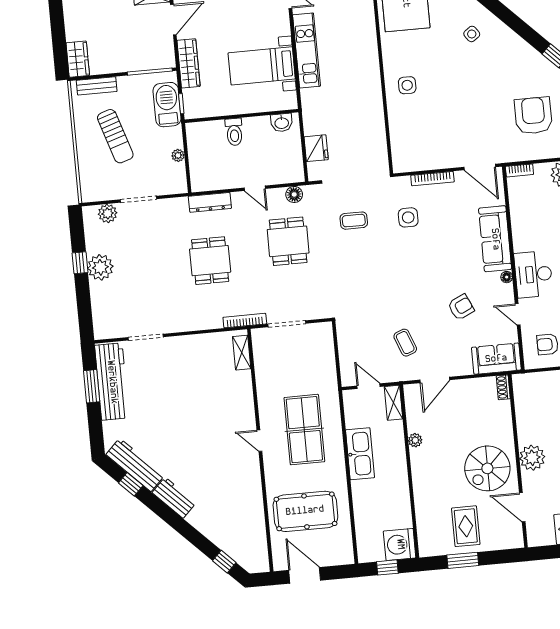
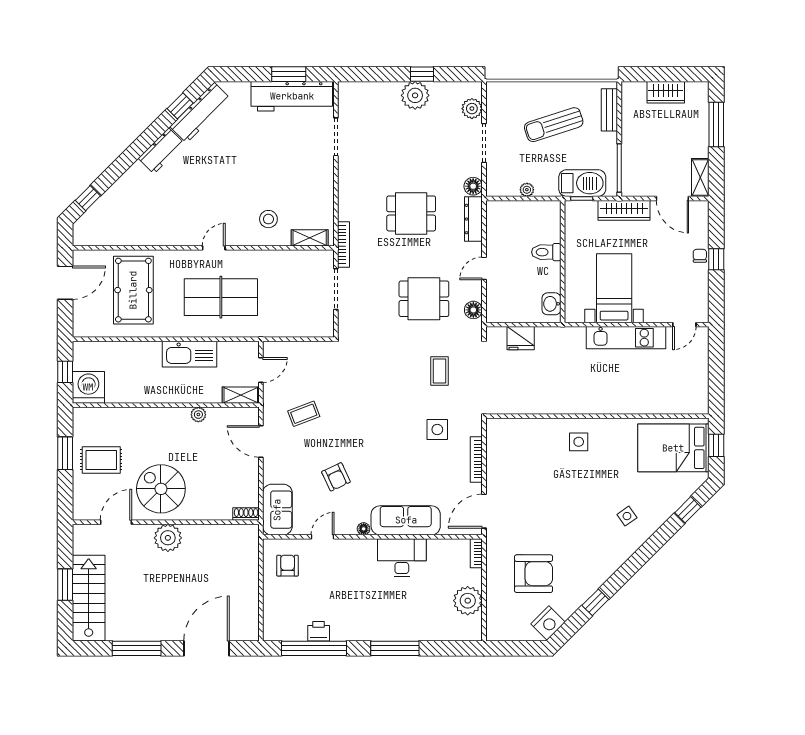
wardrobe: (78, 59) -> (666, 92), moved
floor lamp: (179, 205) -> (473, 186), added
desk: (533, 274) -> (402, 558), moved
stool: (228, 392) -> (268, 219), added

